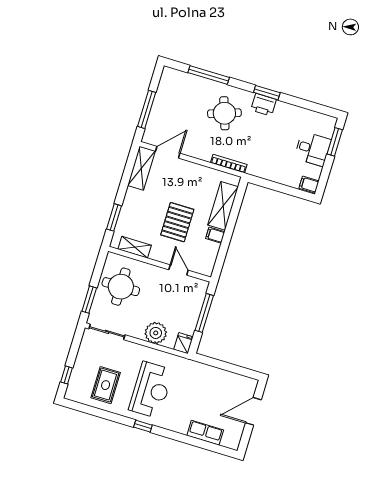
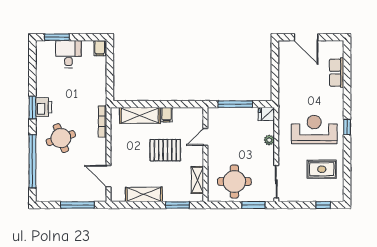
window: (209, 75) -> (32, 161), width x1.46
shelving: (141, 168) -> (144, 194), moved
plant: (156, 333) -> (269, 140), width x0.53, depth x0.53

